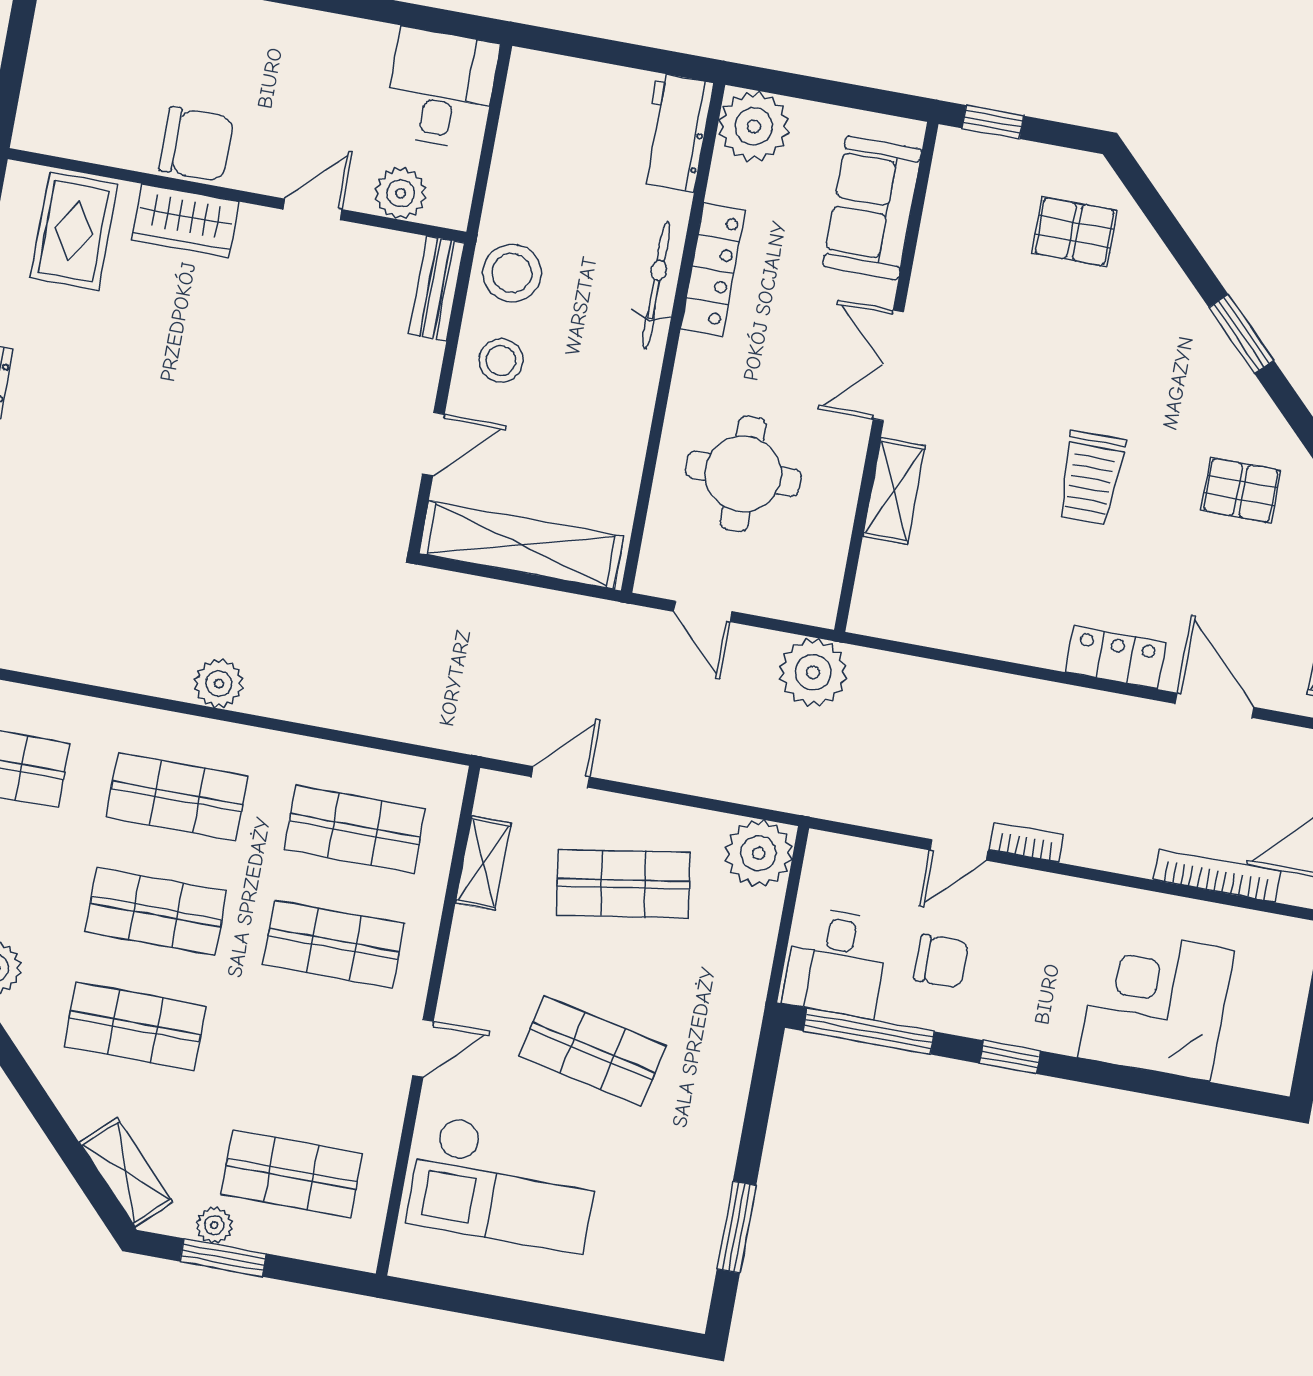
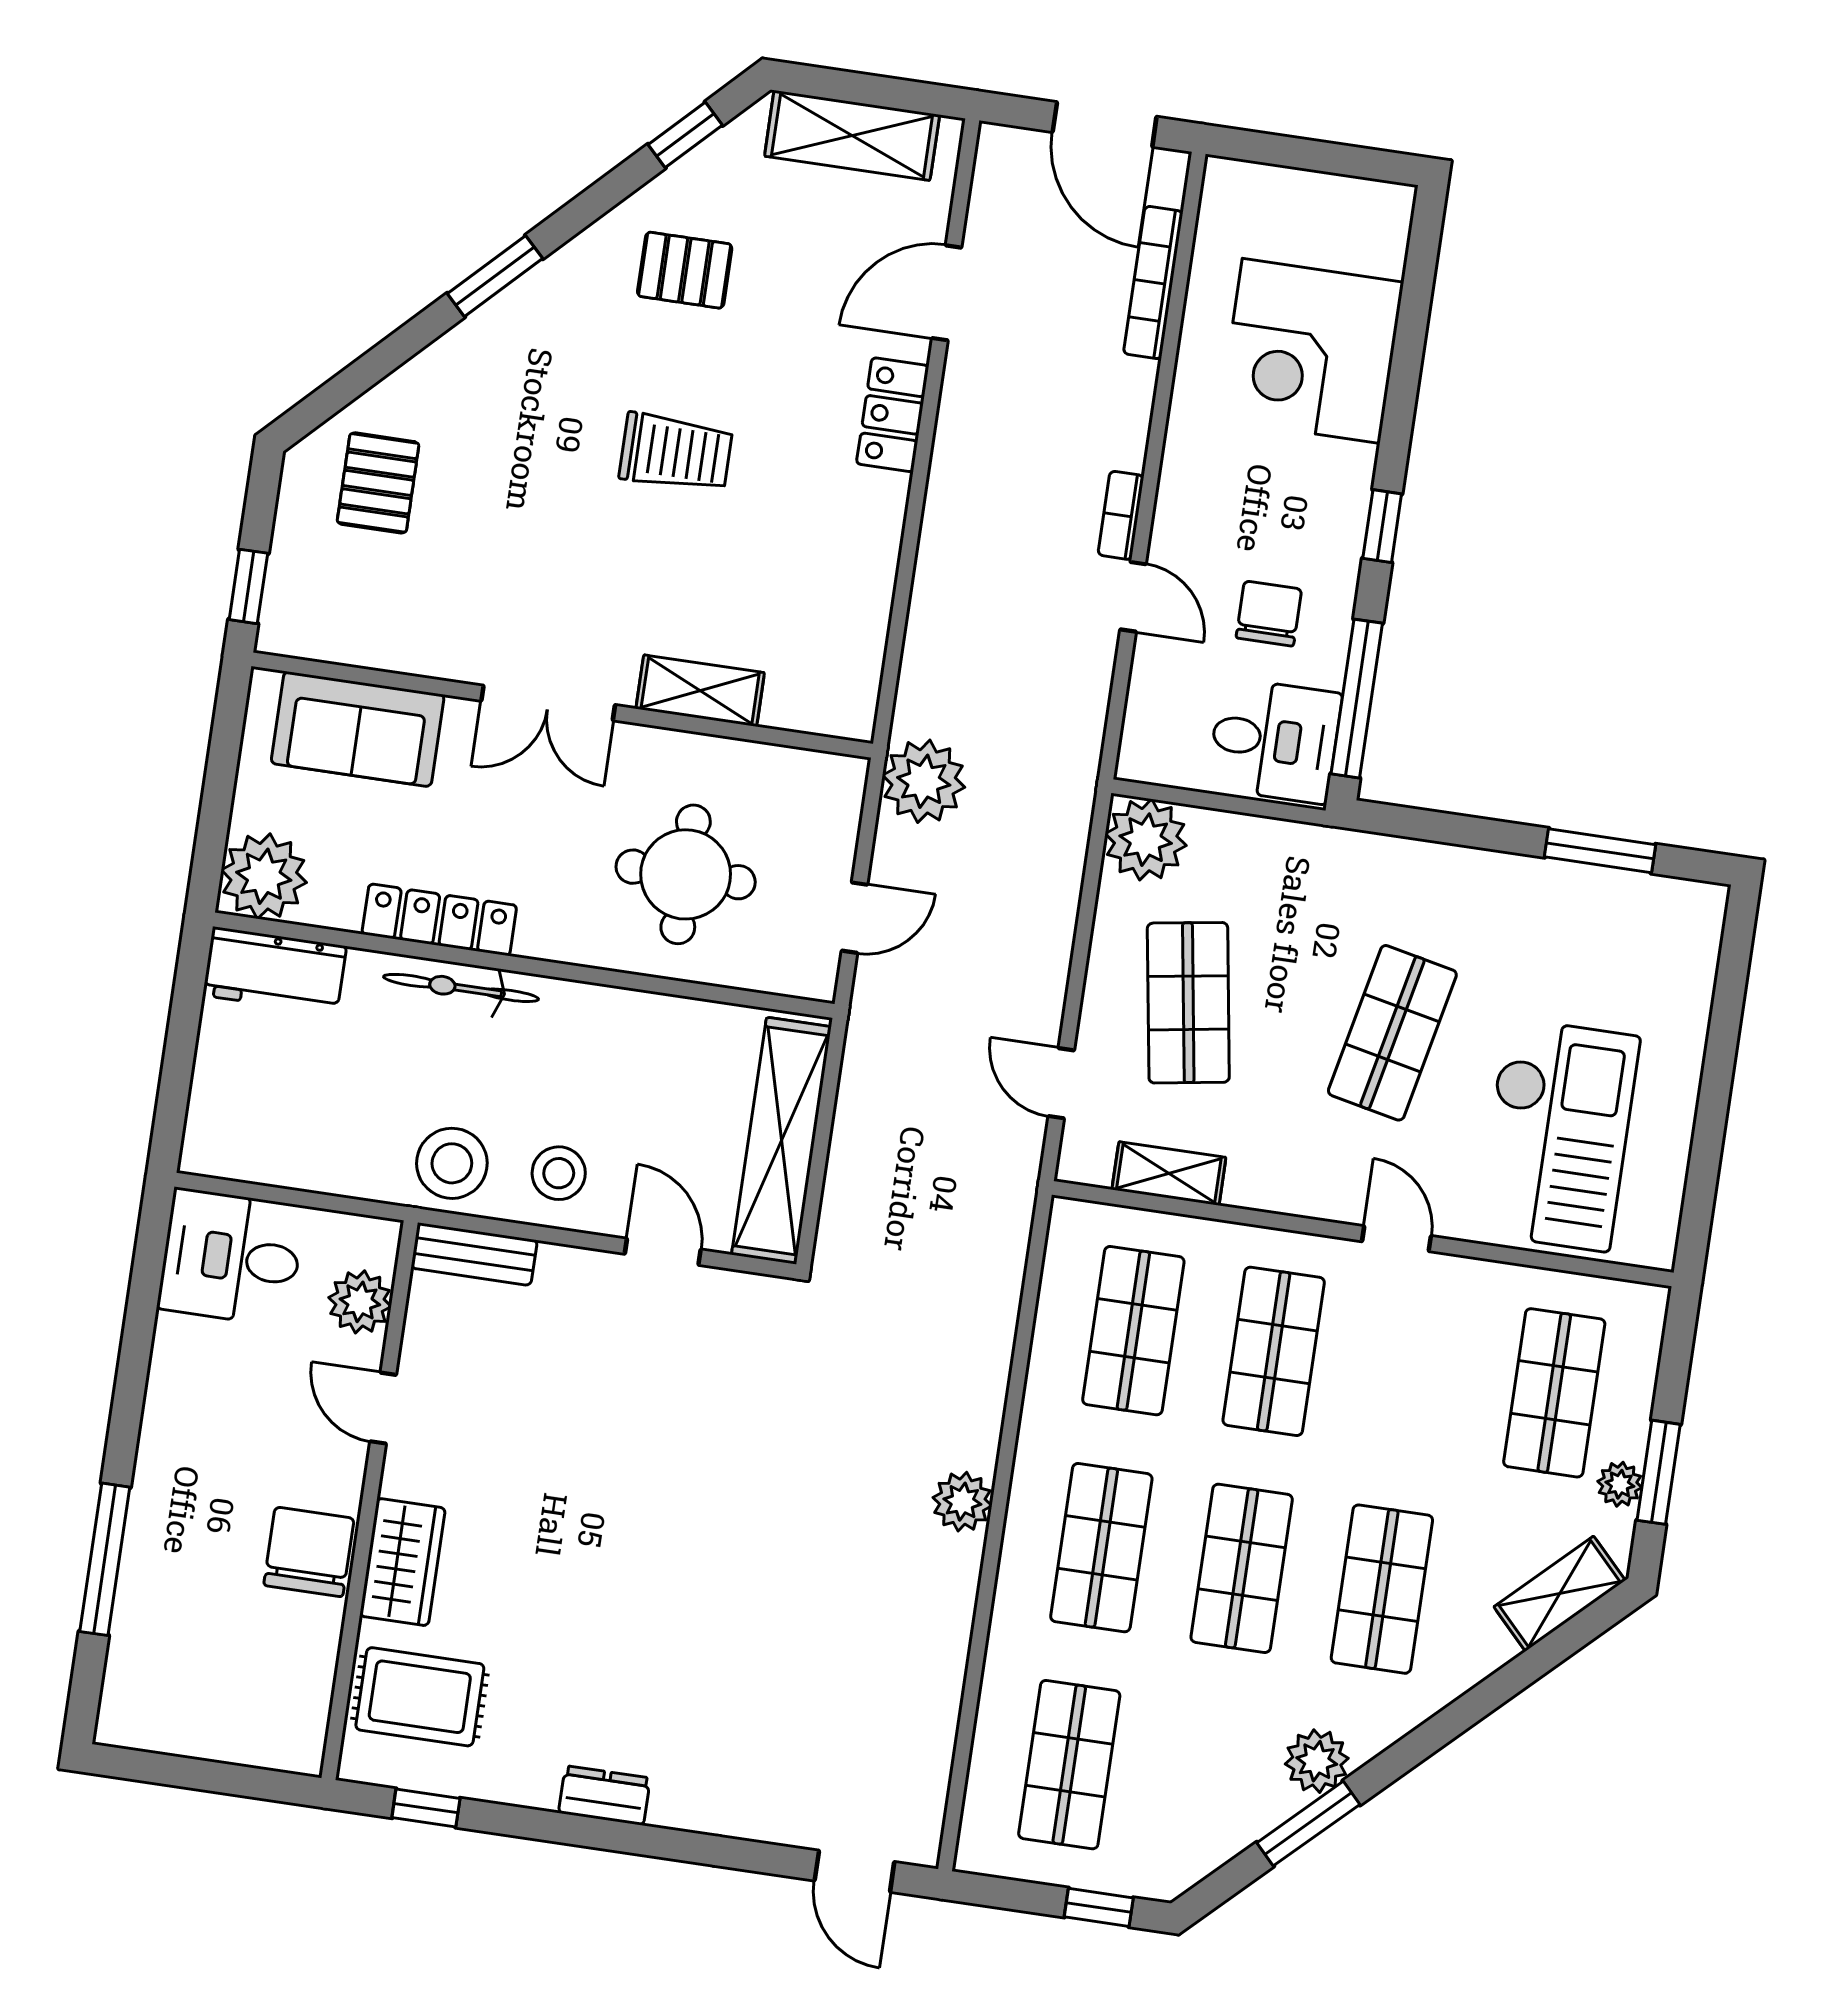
pallet: (1241, 490) -> (685, 270), turned 90

